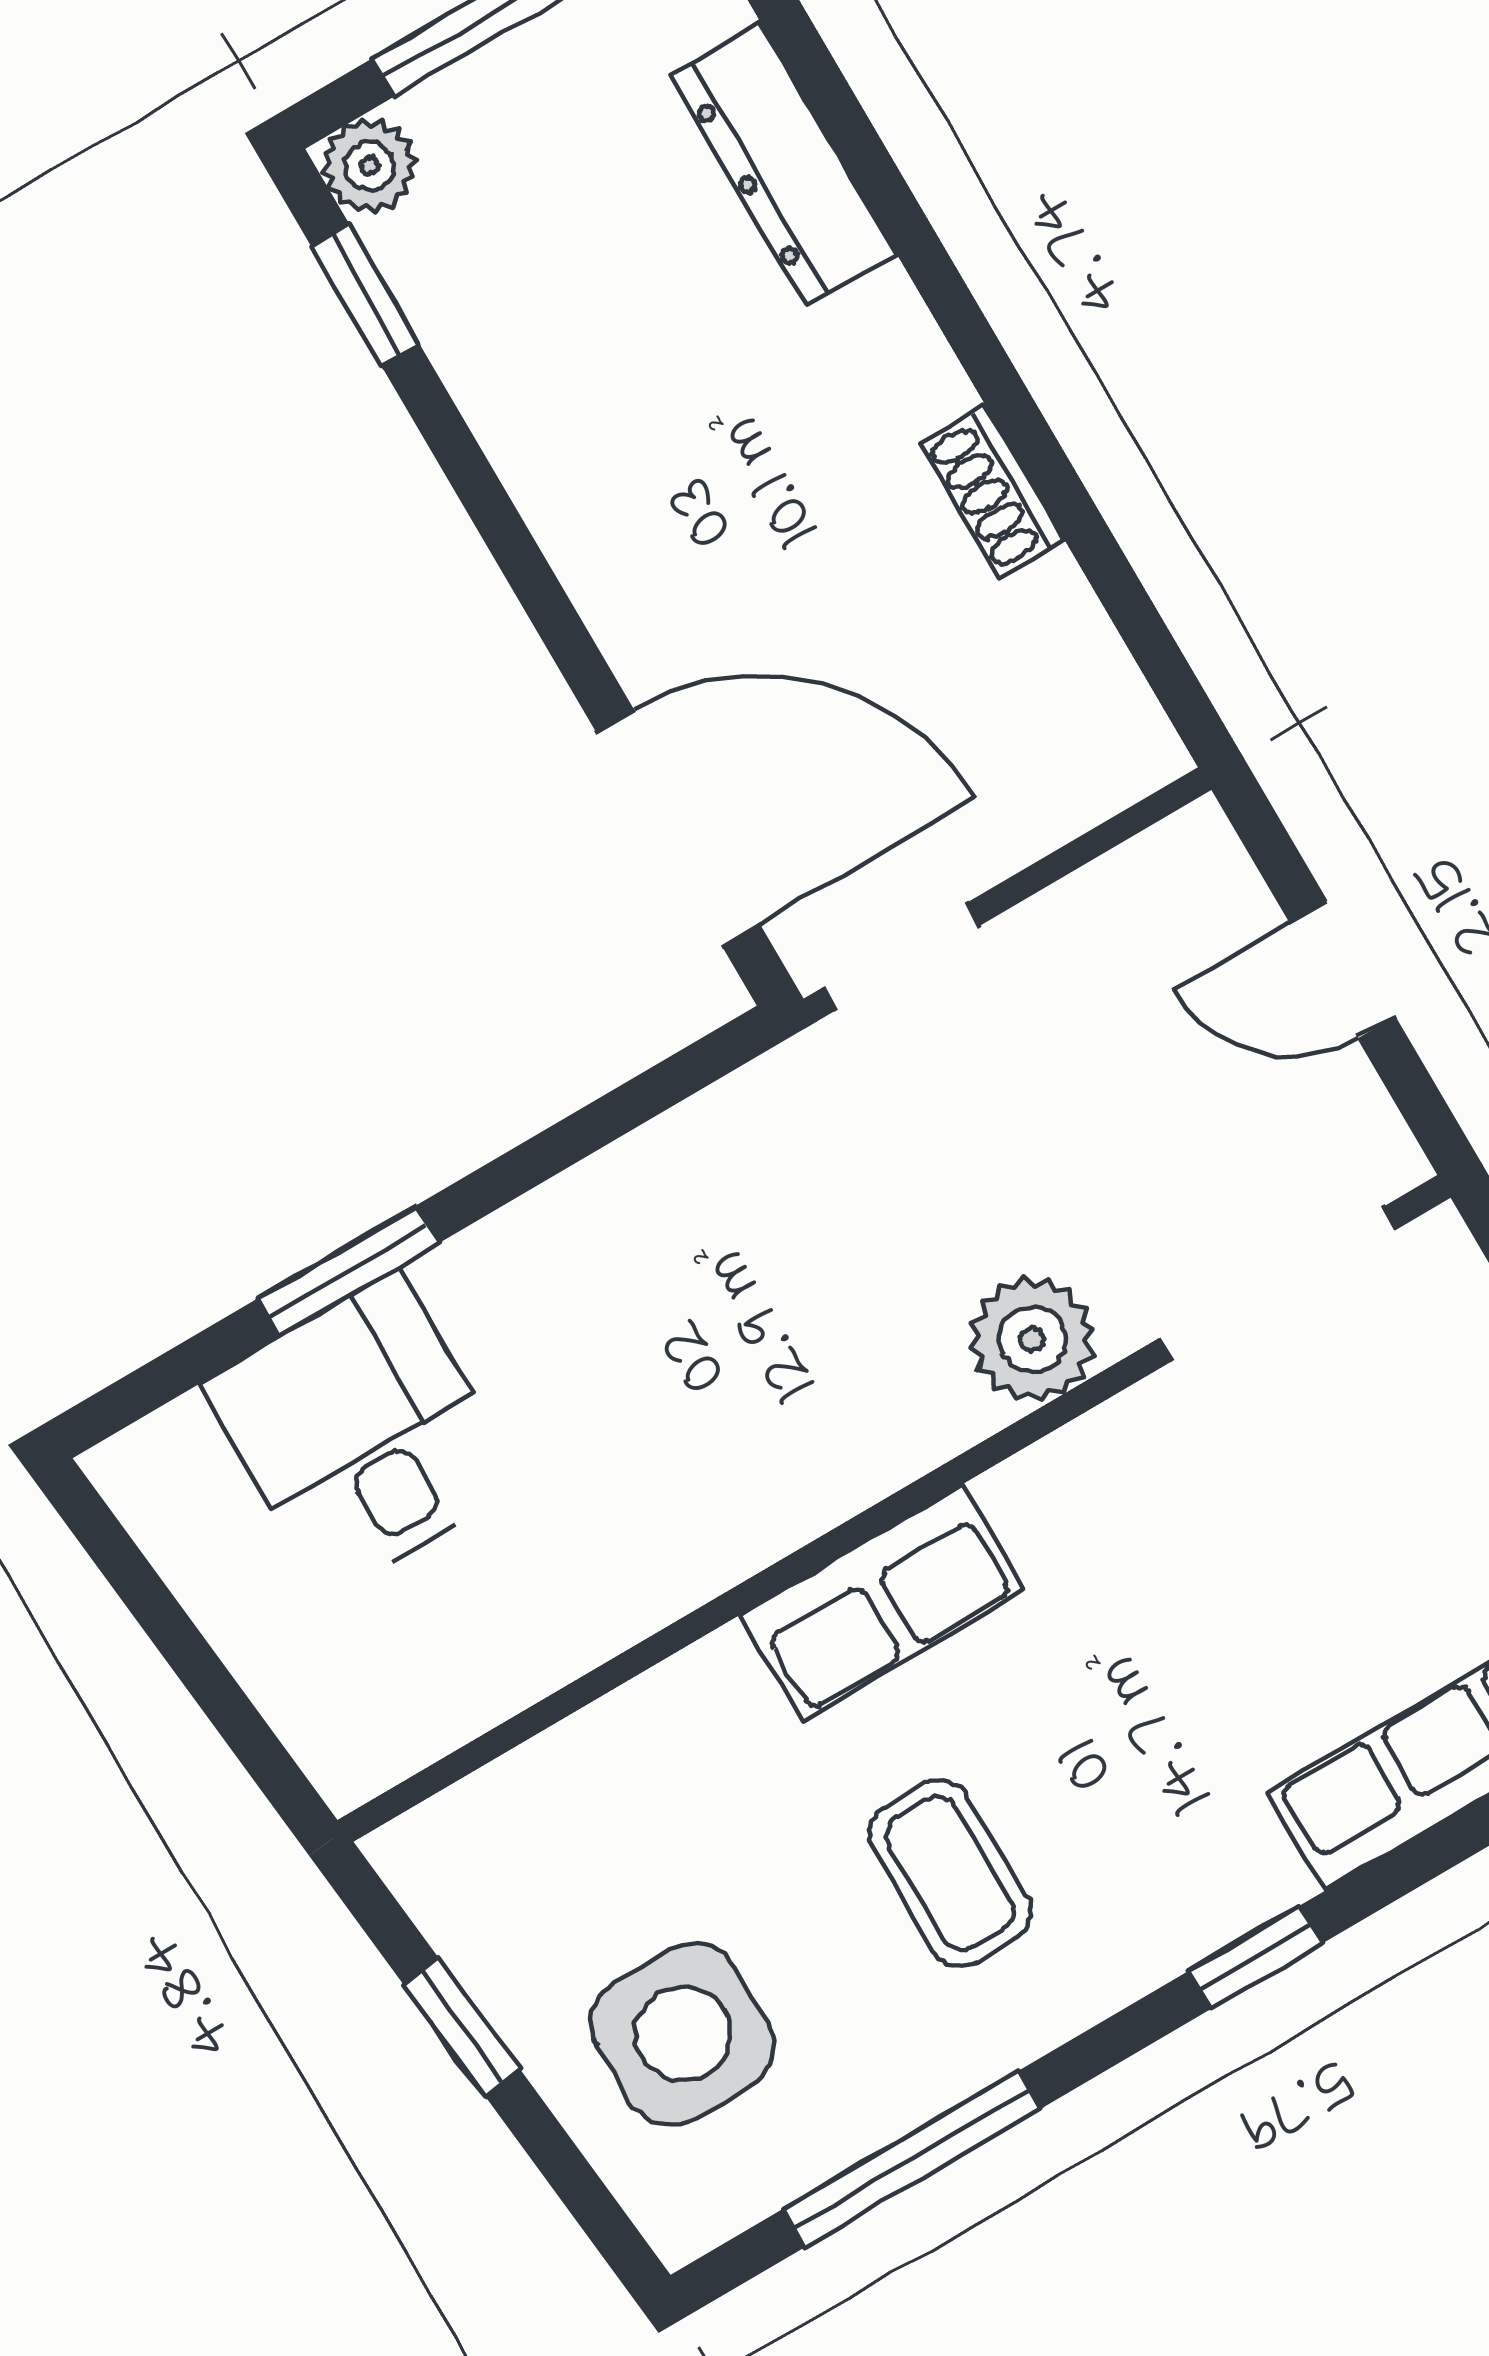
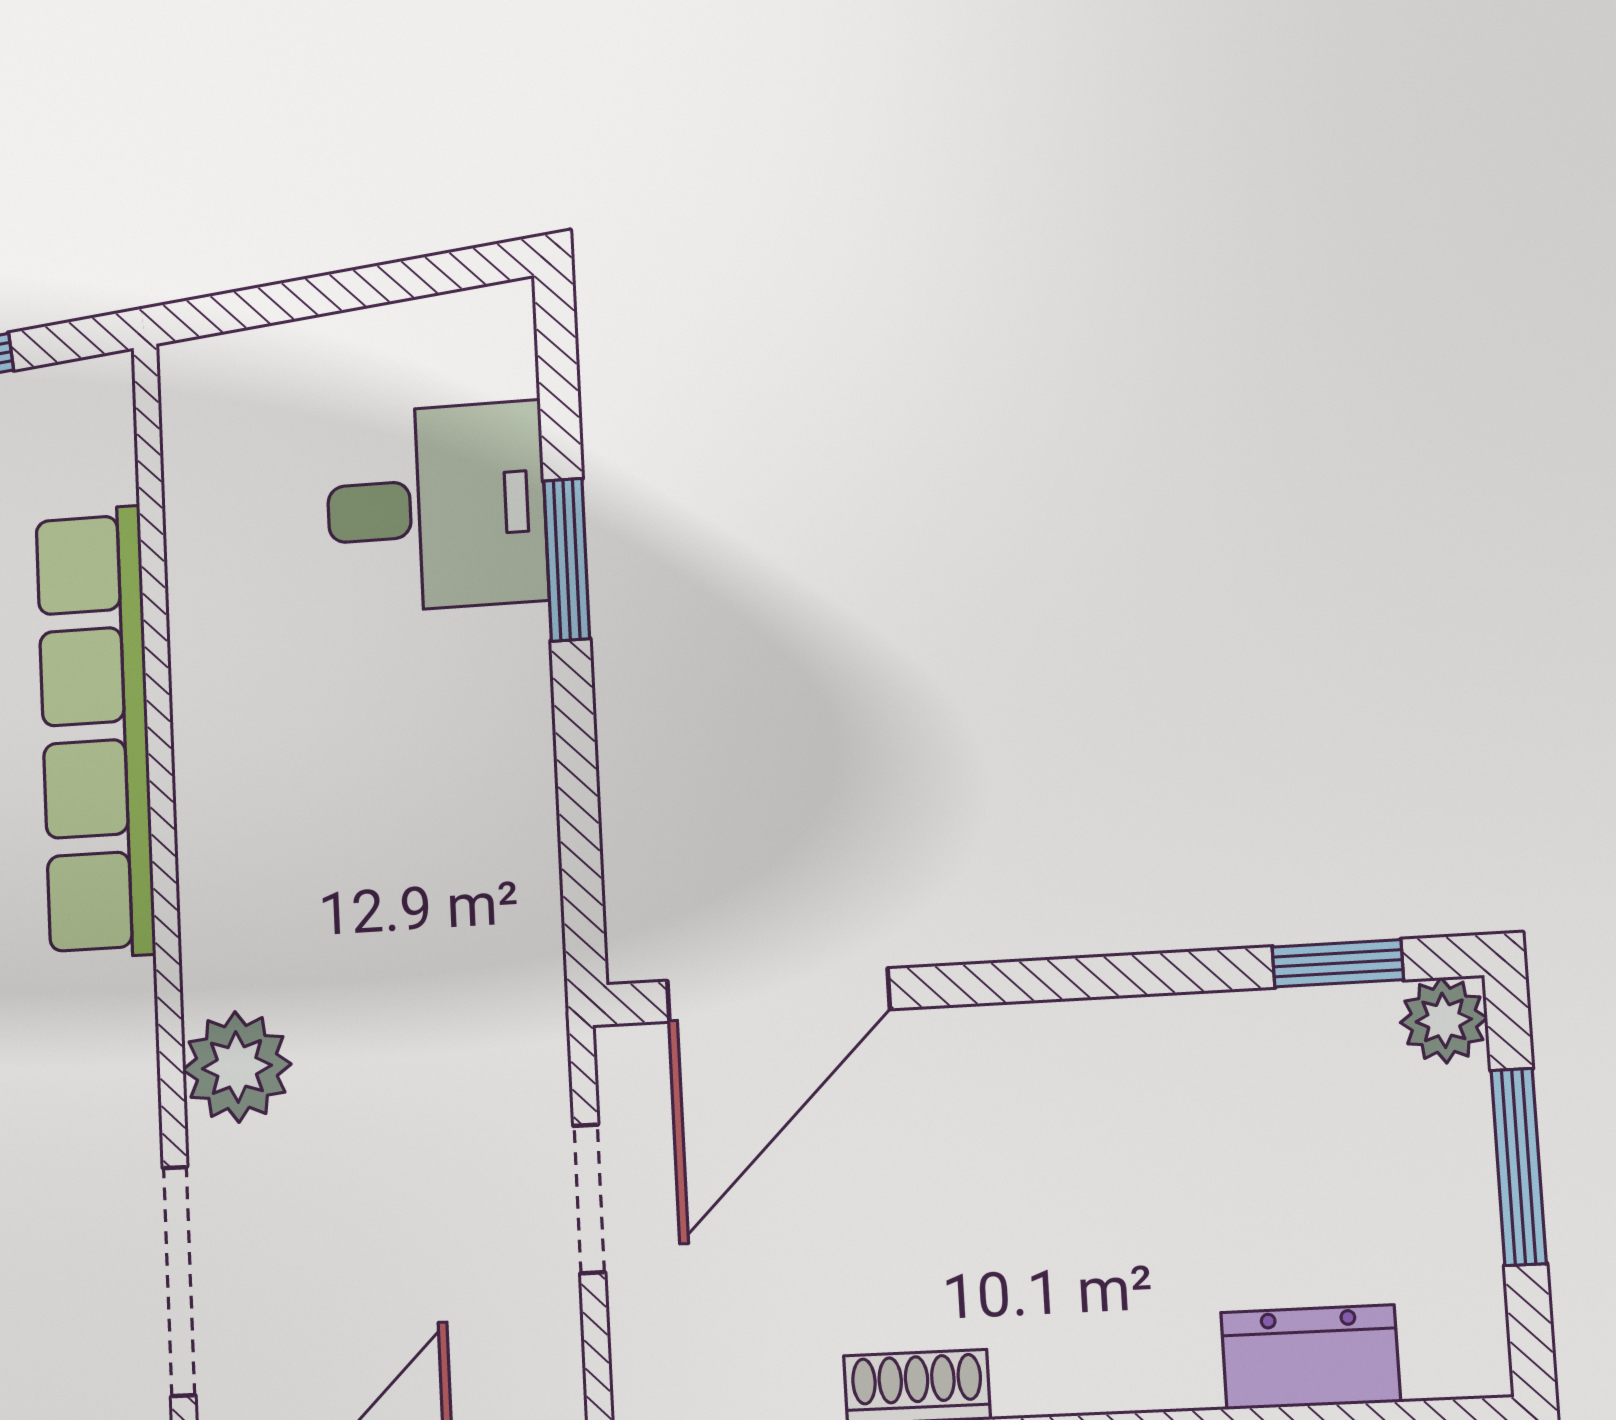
dresser: (783, 164) -> (1310, 1357), width x0.70
doorway: (901, 957) -> (589, 1199), moved
row of seats: (882, 1603) -> (95, 732), width x2.02

